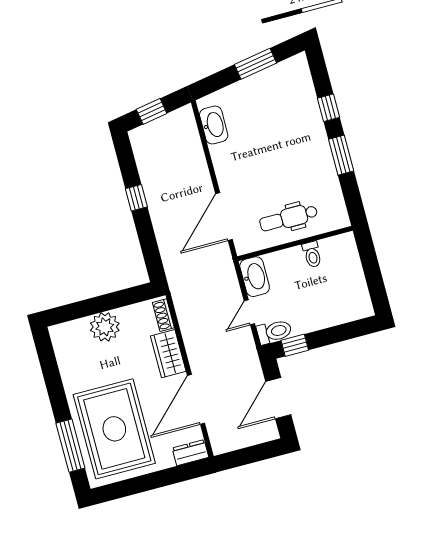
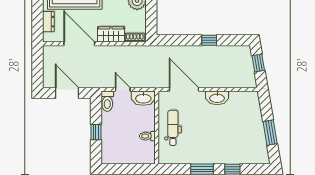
washbasin: (214, 125) -> (217, 98), moved
window: (295, 345) -> (96, 132), moved
dresser: (190, 453) -> (48, 22), moved

